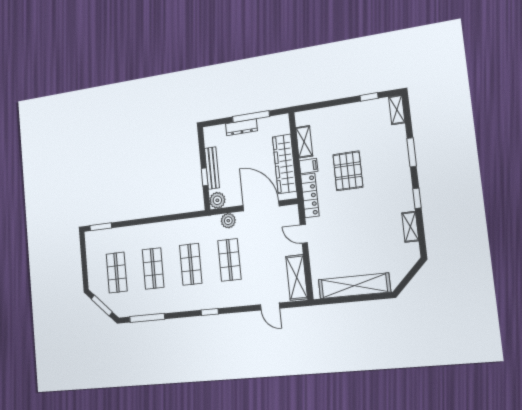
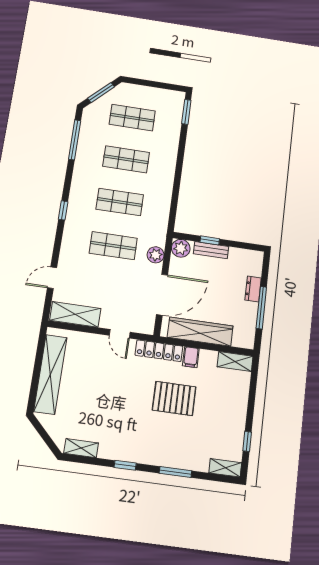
dresser: (241, 127) -> (253, 289), width x0.70
shelving: (304, 142) -> (235, 361), moved
bench: (212, 168) -> (211, 250), width x0.73
shelving: (410, 227) -> (81, 448), moved
door: (304, 234) -> (120, 334), swing flipped

